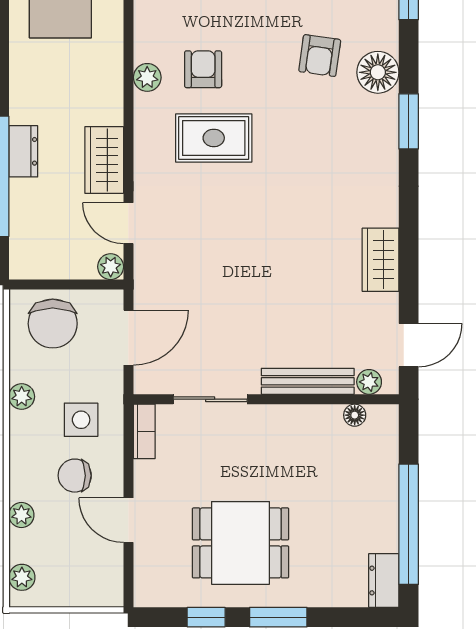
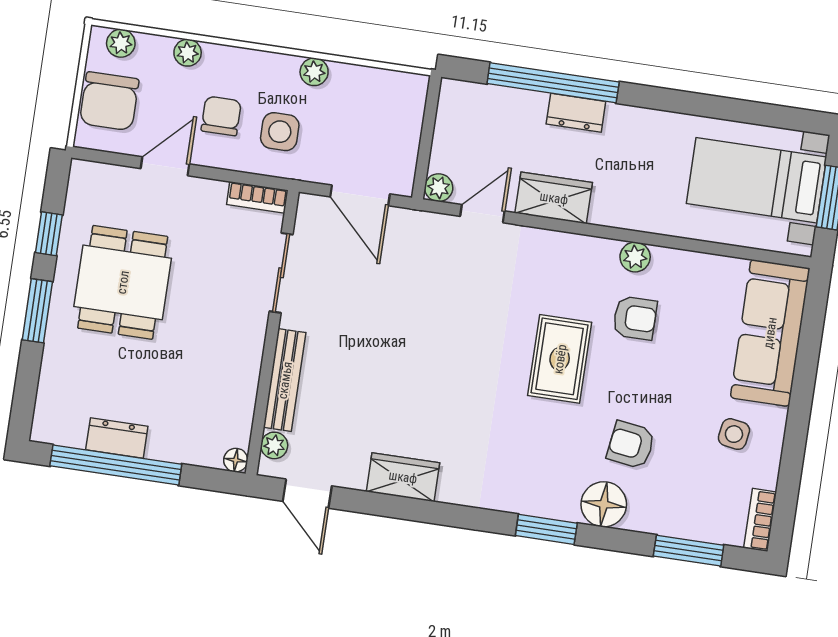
rug: (214, 138) -> (560, 359), moved
chair: (53, 324) -> (109, 101), moved, turned -90
floor lamp: (355, 415) -> (236, 460), moved
dresser: (384, 581) -> (117, 438), moved

